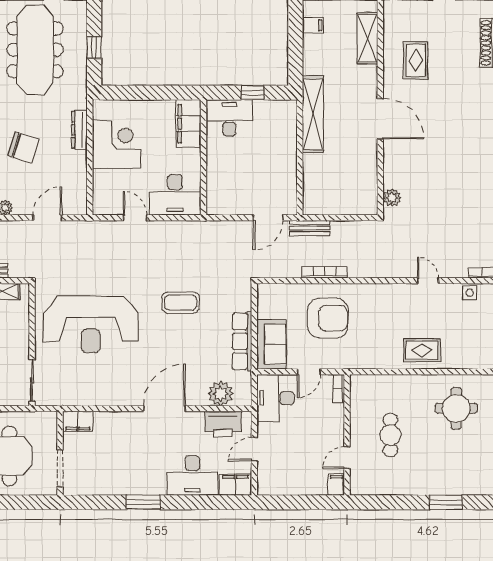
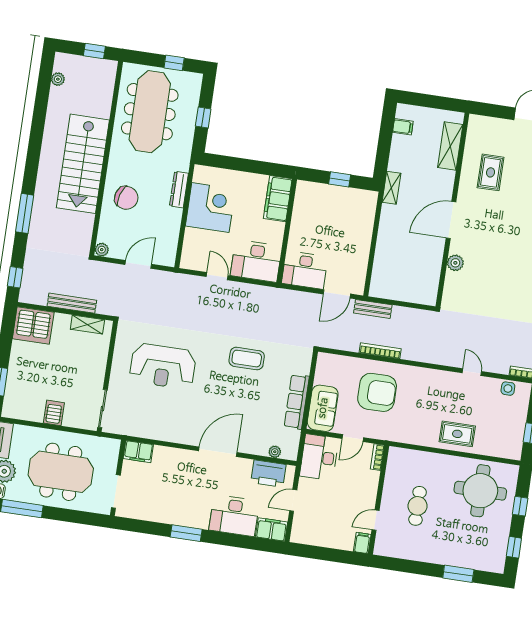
shelving: (313, 114) -> (391, 188), width x0.45, depth x0.75
desk: (229, 118) -> (305, 270), moved, turned 180
door: (380, 119) -> (451, 220), swing flipped
plant: (392, 198) -> (455, 263), moved
reception desk: (91, 324) -> (163, 366), width x0.74, depth x0.77
plant: (221, 394) -> (275, 452), width x0.53, depth x0.53
round table: (456, 408) -> (480, 491), width x1.36, depth x1.36

